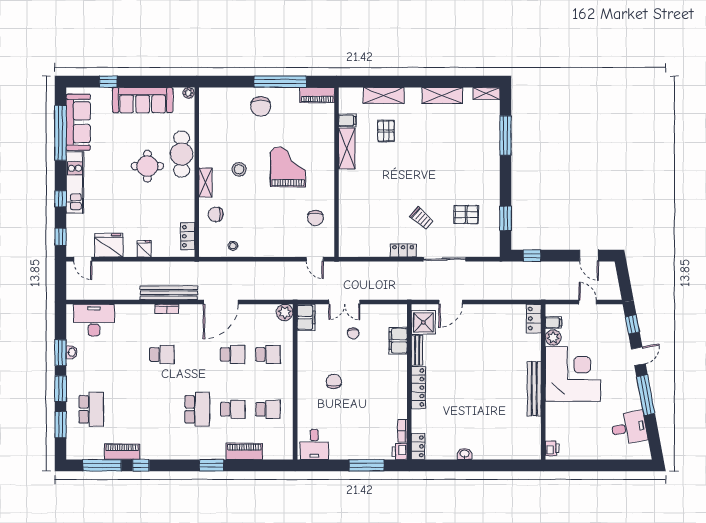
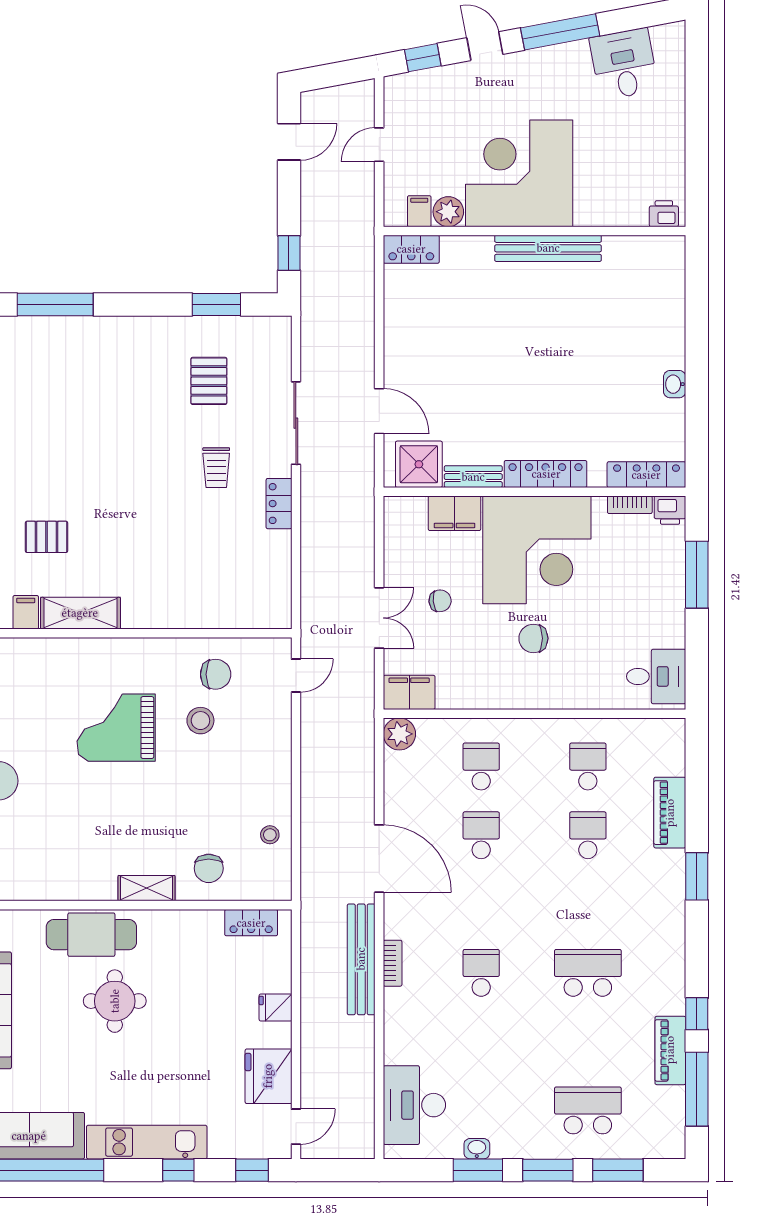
stool: (239, 169) -> (200, 721), moved
trolley: (422, 218) -> (216, 468), turned 138
corner desk: (379, 383) -> (537, 550), added
school desk: (197, 409) -> (588, 973), moved
locker: (418, 446) -> (646, 475), width x1.53

